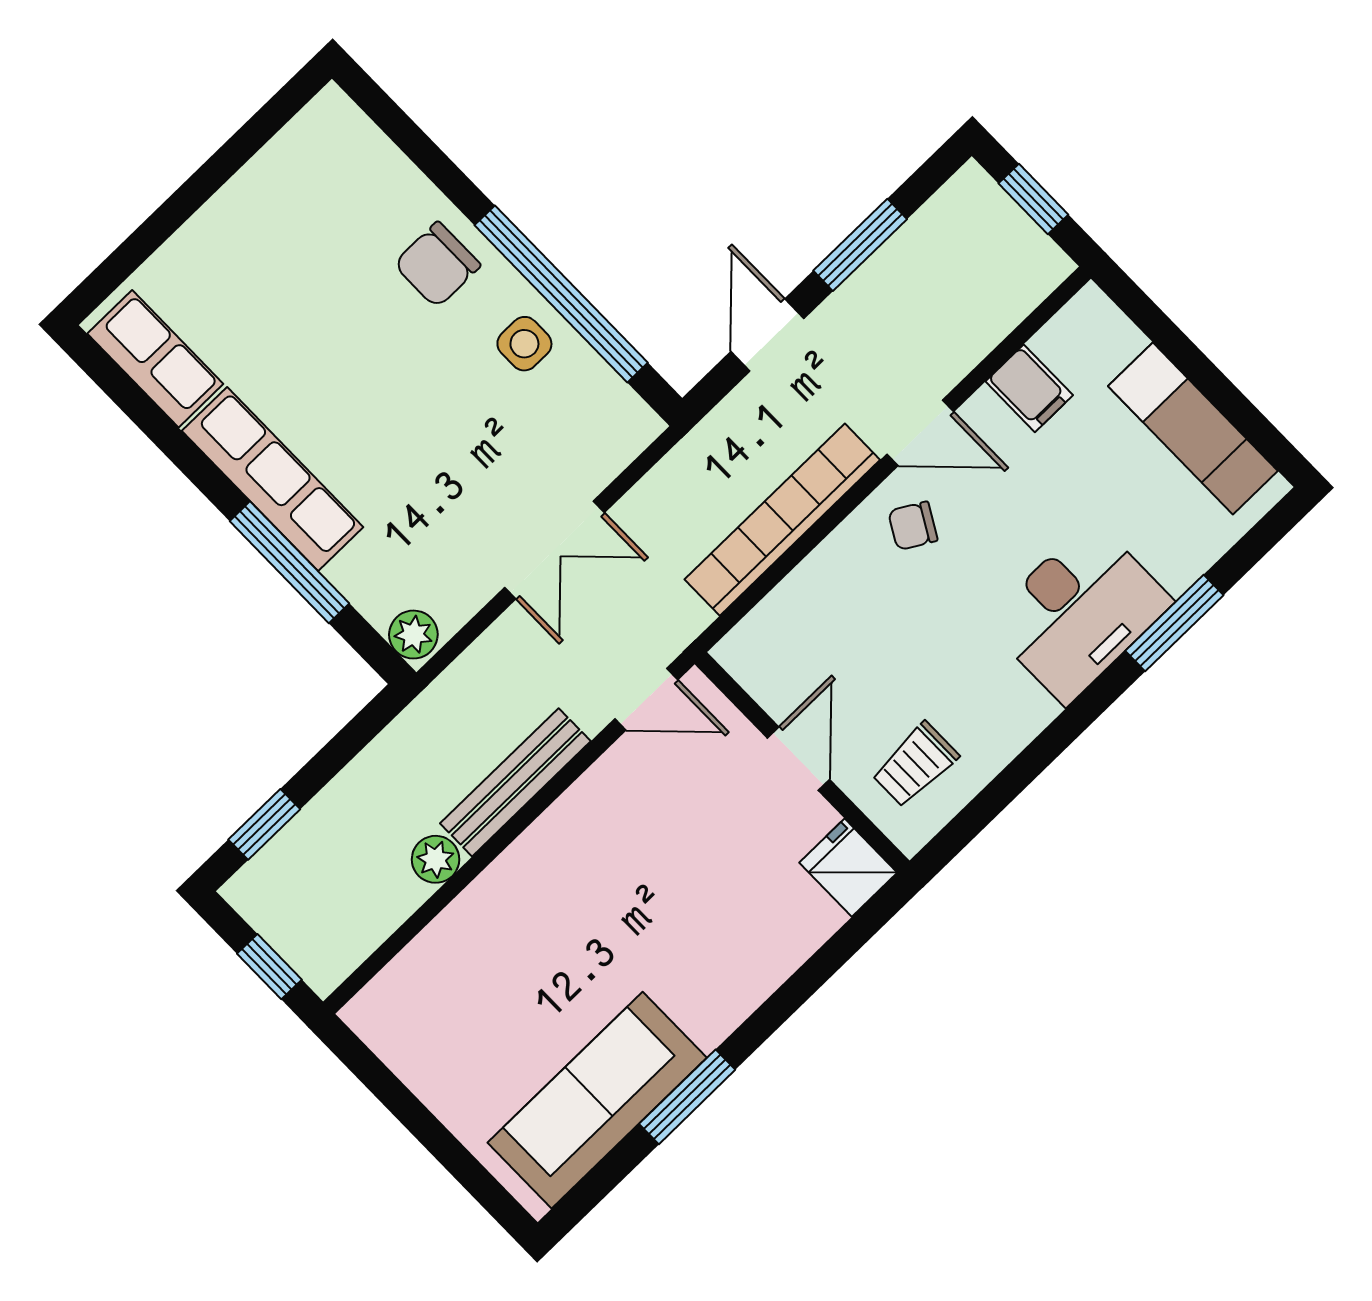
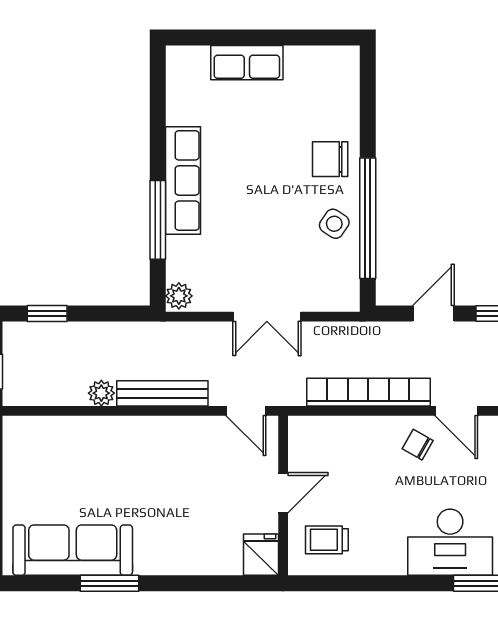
side table: (524, 344) -> (334, 224), turned 34
row of seats: (155, 359) -> (247, 63), moved, turned 90

